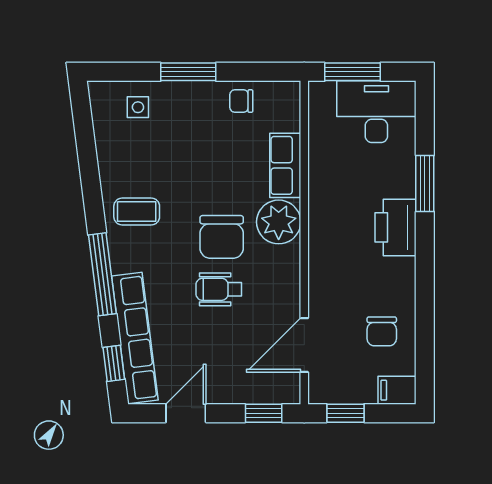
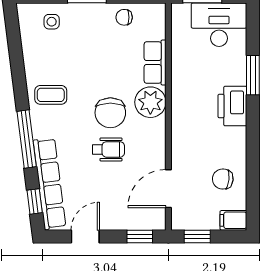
wheelchair: (219, 289) -> (108, 149), turned 180
chair: (382, 331) -> (223, 179), turned 96

